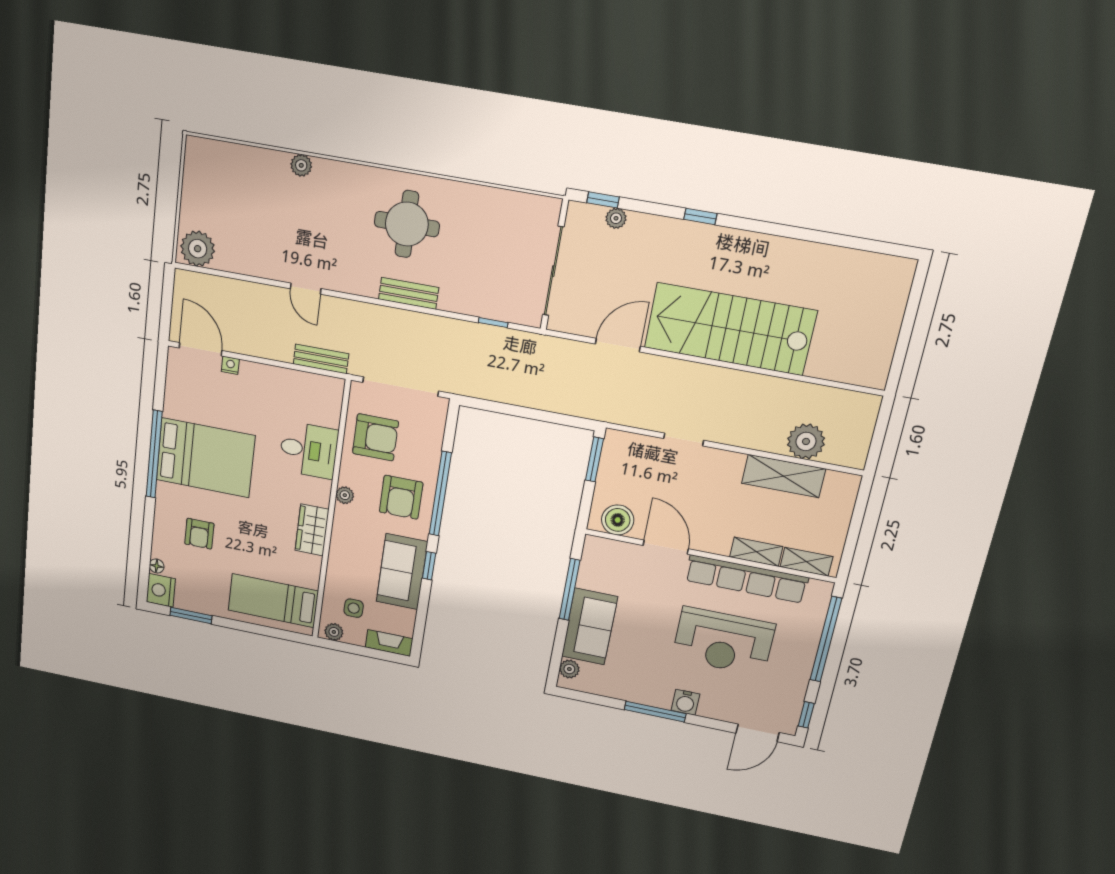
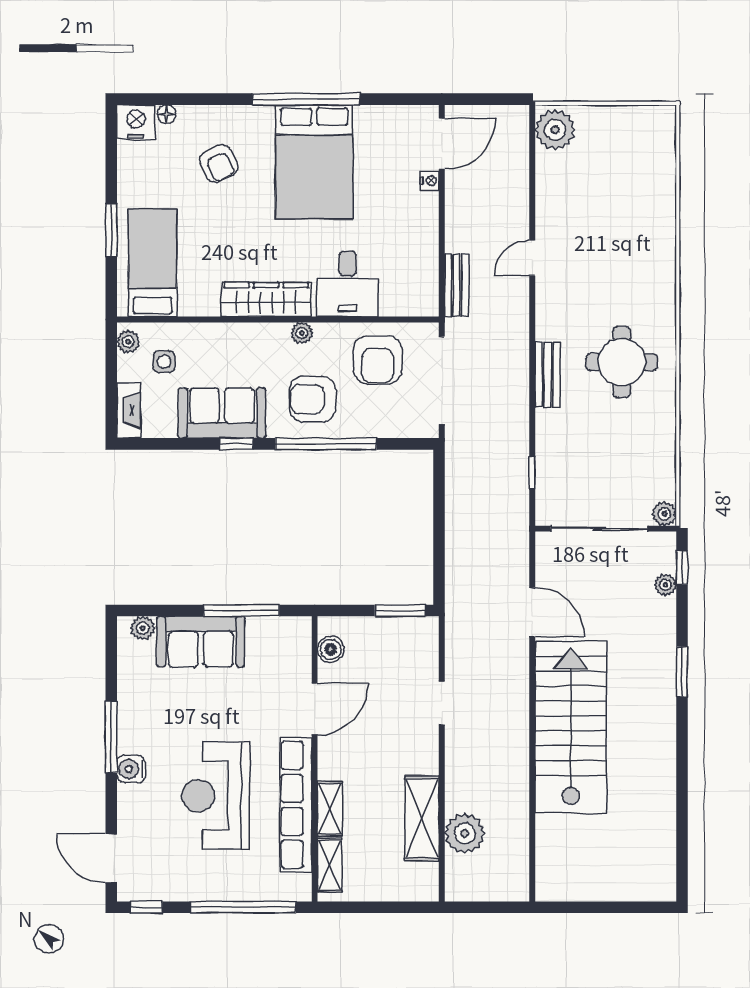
plant: (301, 165) -> (664, 514), moved
window: (700, 216) -> (682, 672), width x1.50
boiler: (618, 520) -> (331, 649), width x0.73, depth x0.73
wardrobe: (312, 530) -> (266, 300), width x1.50
armchair: (199, 534) -> (219, 163), turned -115
window: (191, 615) -> (111, 230), moved

